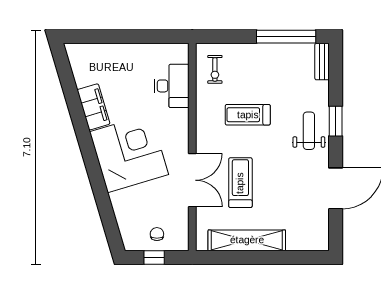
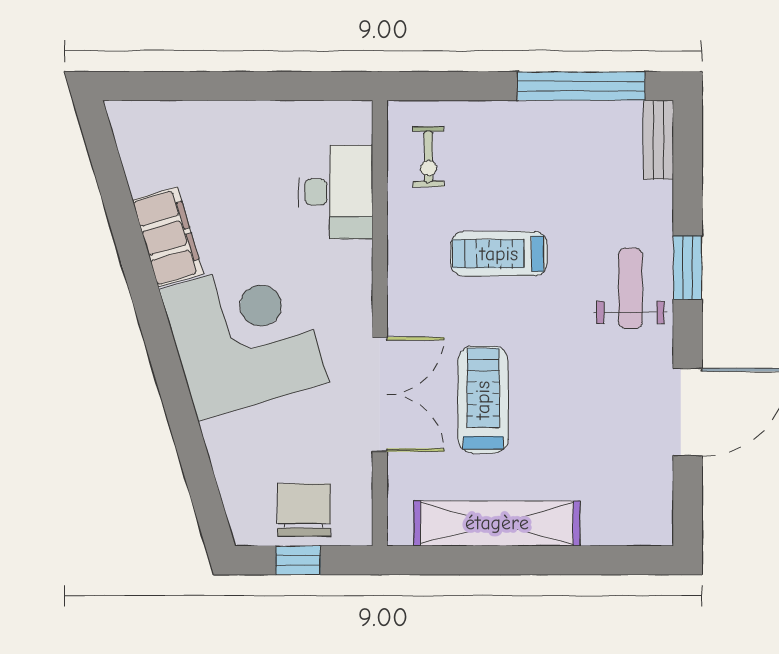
chair: (157, 234) -> (304, 510), width x1.87, depth x1.87

